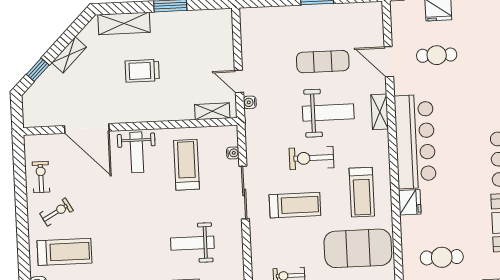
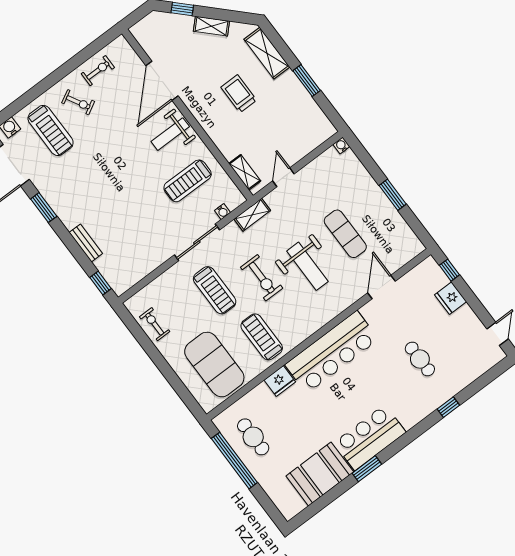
cafe table: (437, 55) -> (420, 359), moved
water cooler: (250, 102) -> (341, 145), moved
shelving: (380, 112) -> (252, 215), moved
exercise bike: (311, 158) -> (262, 278), turned 180
treadmill: (187, 165) -> (188, 181), turned 180
treadmill: (362, 192) -> (262, 337), turned 90
weight bench: (192, 243) -> (128, 229), removed

